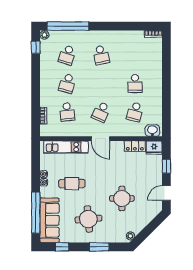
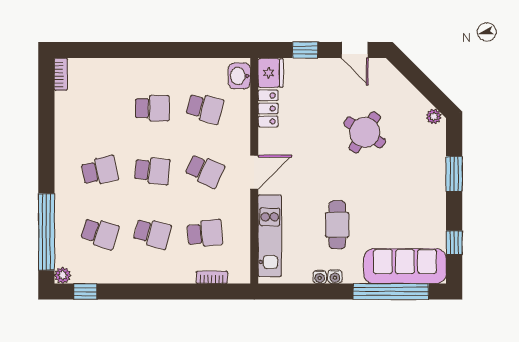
school desk: (101, 83) -> (152, 171), added
round table: (122, 198) -> (365, 132), turned 33
round table: (88, 219) -> (403, 194), removed

